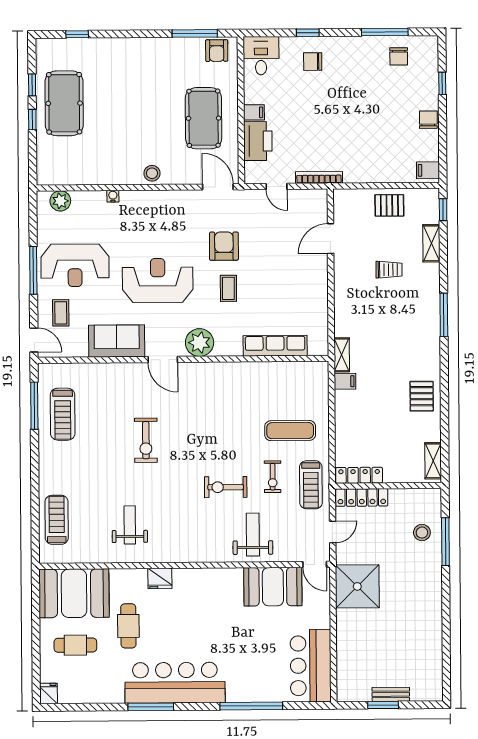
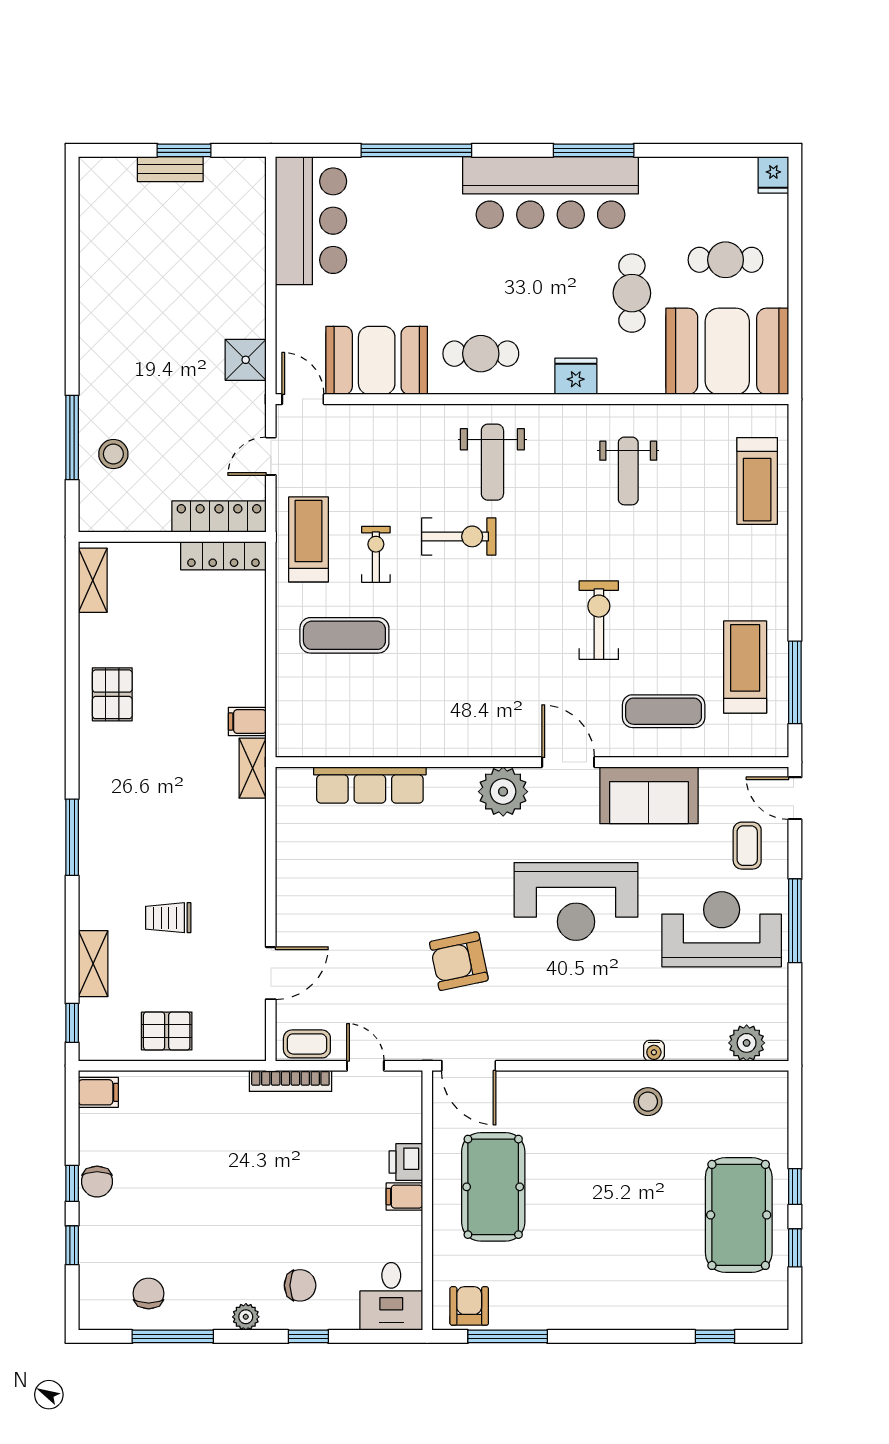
plant: (343, 44) -> (246, 1317), added
window: (442, 119) -> (72, 1183), added
printer: (258, 141) -> (406, 1162), width x0.53, depth x0.68
stool: (152, 173) -> (648, 1102), moved
armchair: (224, 246) -> (459, 961), turned 78
coffee table: (228, 288) -> (307, 1044), moved, turned 90
exercise mat: (109, 389) -> (664, 711), added
weight bench: (253, 535) -> (492, 462), moved
shower: (357, 586) -> (246, 360), width x0.54, depth x0.54
cafe table: (214, 591) -> (481, 354), added

